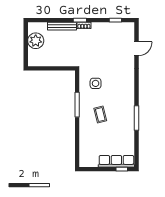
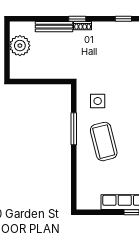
coffee table: (100, 115) -> (104, 142), width x1.86, depth x1.72

